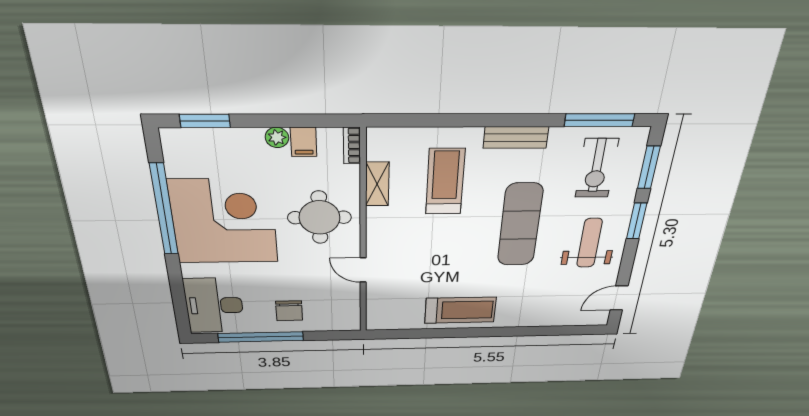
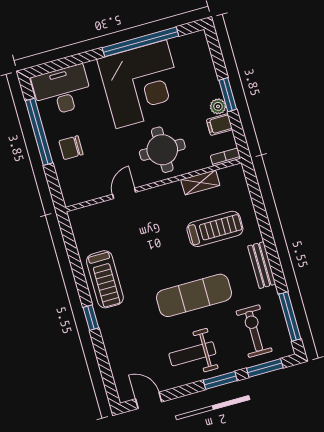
window: (205, 121) -> (228, 95), moved
exercise bike: (597, 168) -> (254, 331), turned 90
weight bench: (589, 243) -> (192, 354), turned 180
window: (498, 332) -> (91, 318), added

